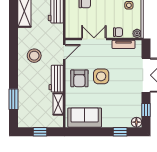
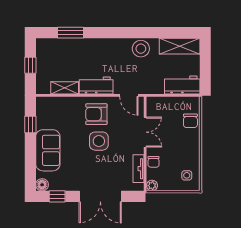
stool: (34, 56) -> (141, 49), moved
sofa: (85, 118) -> (48, 150), moved
window: (120, 132) -> (30, 125), moved

